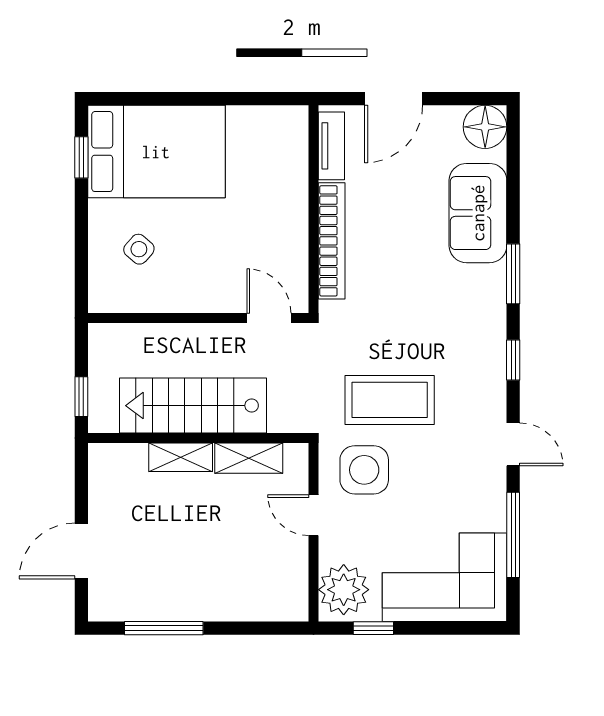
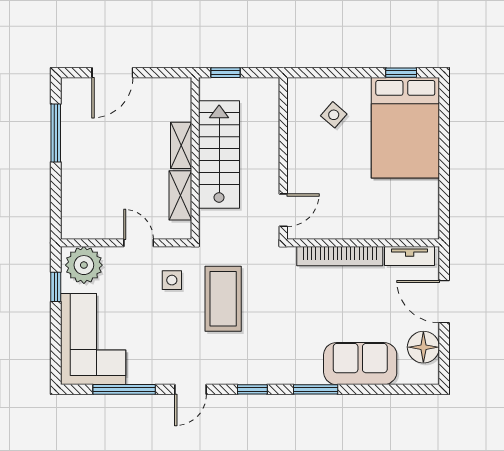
floor lamp: (485, 127) -> (423, 347), moved
side table: (364, 470) -> (172, 280), width x0.54, depth x0.54
door: (314, 515) -> (139, 243), hinge flipped
door: (81, 551) -> (112, 73), swing flipped

